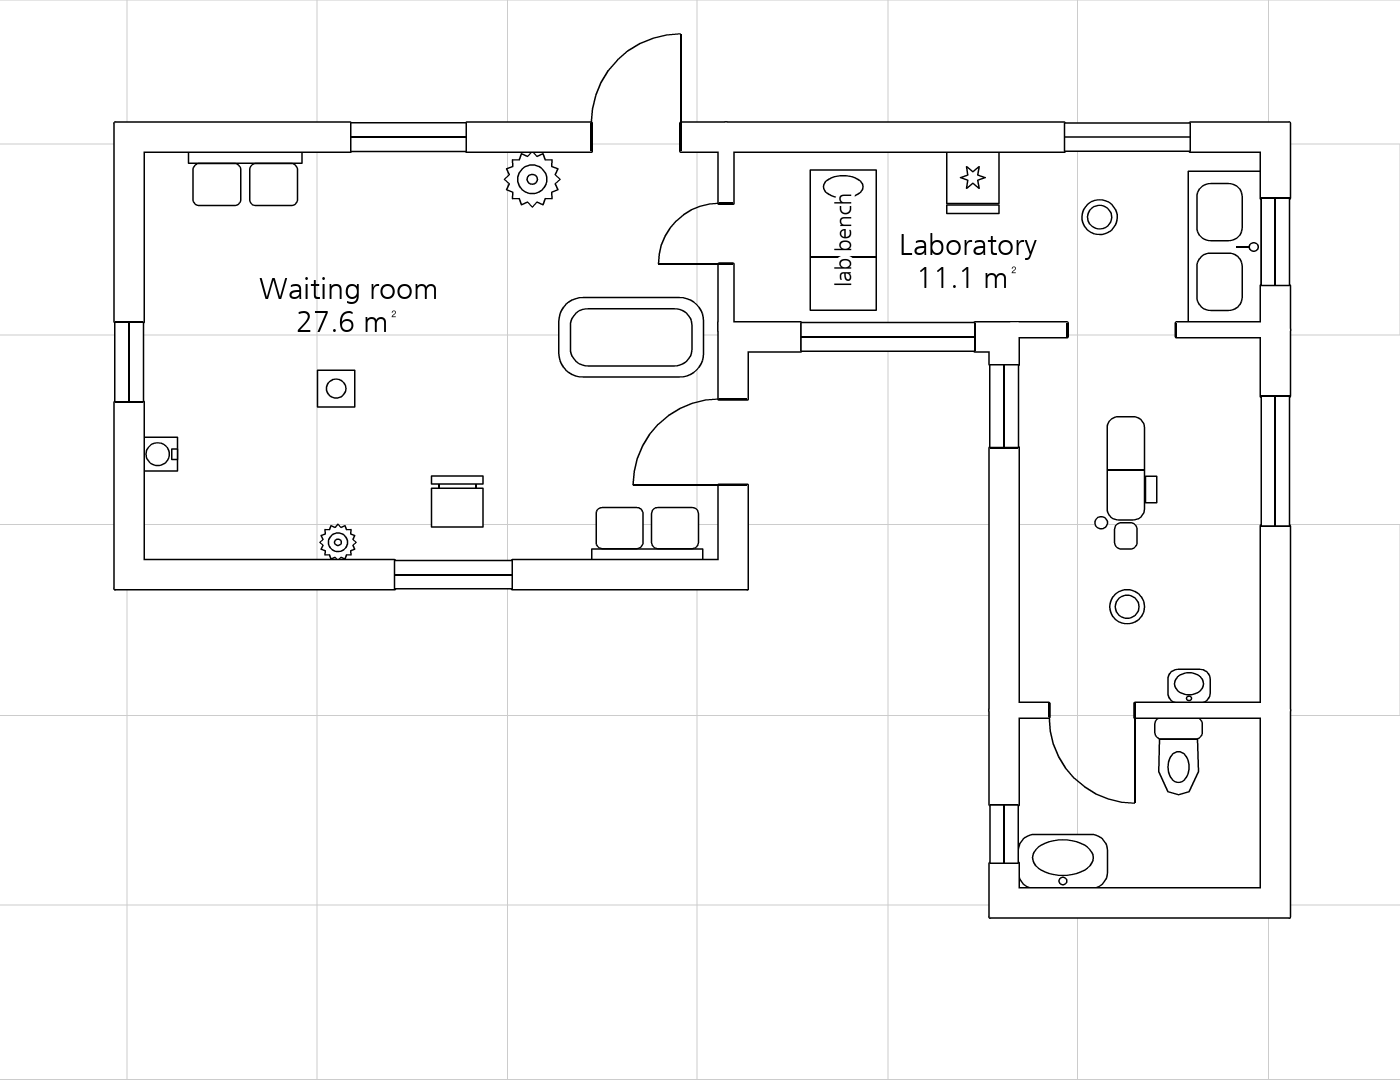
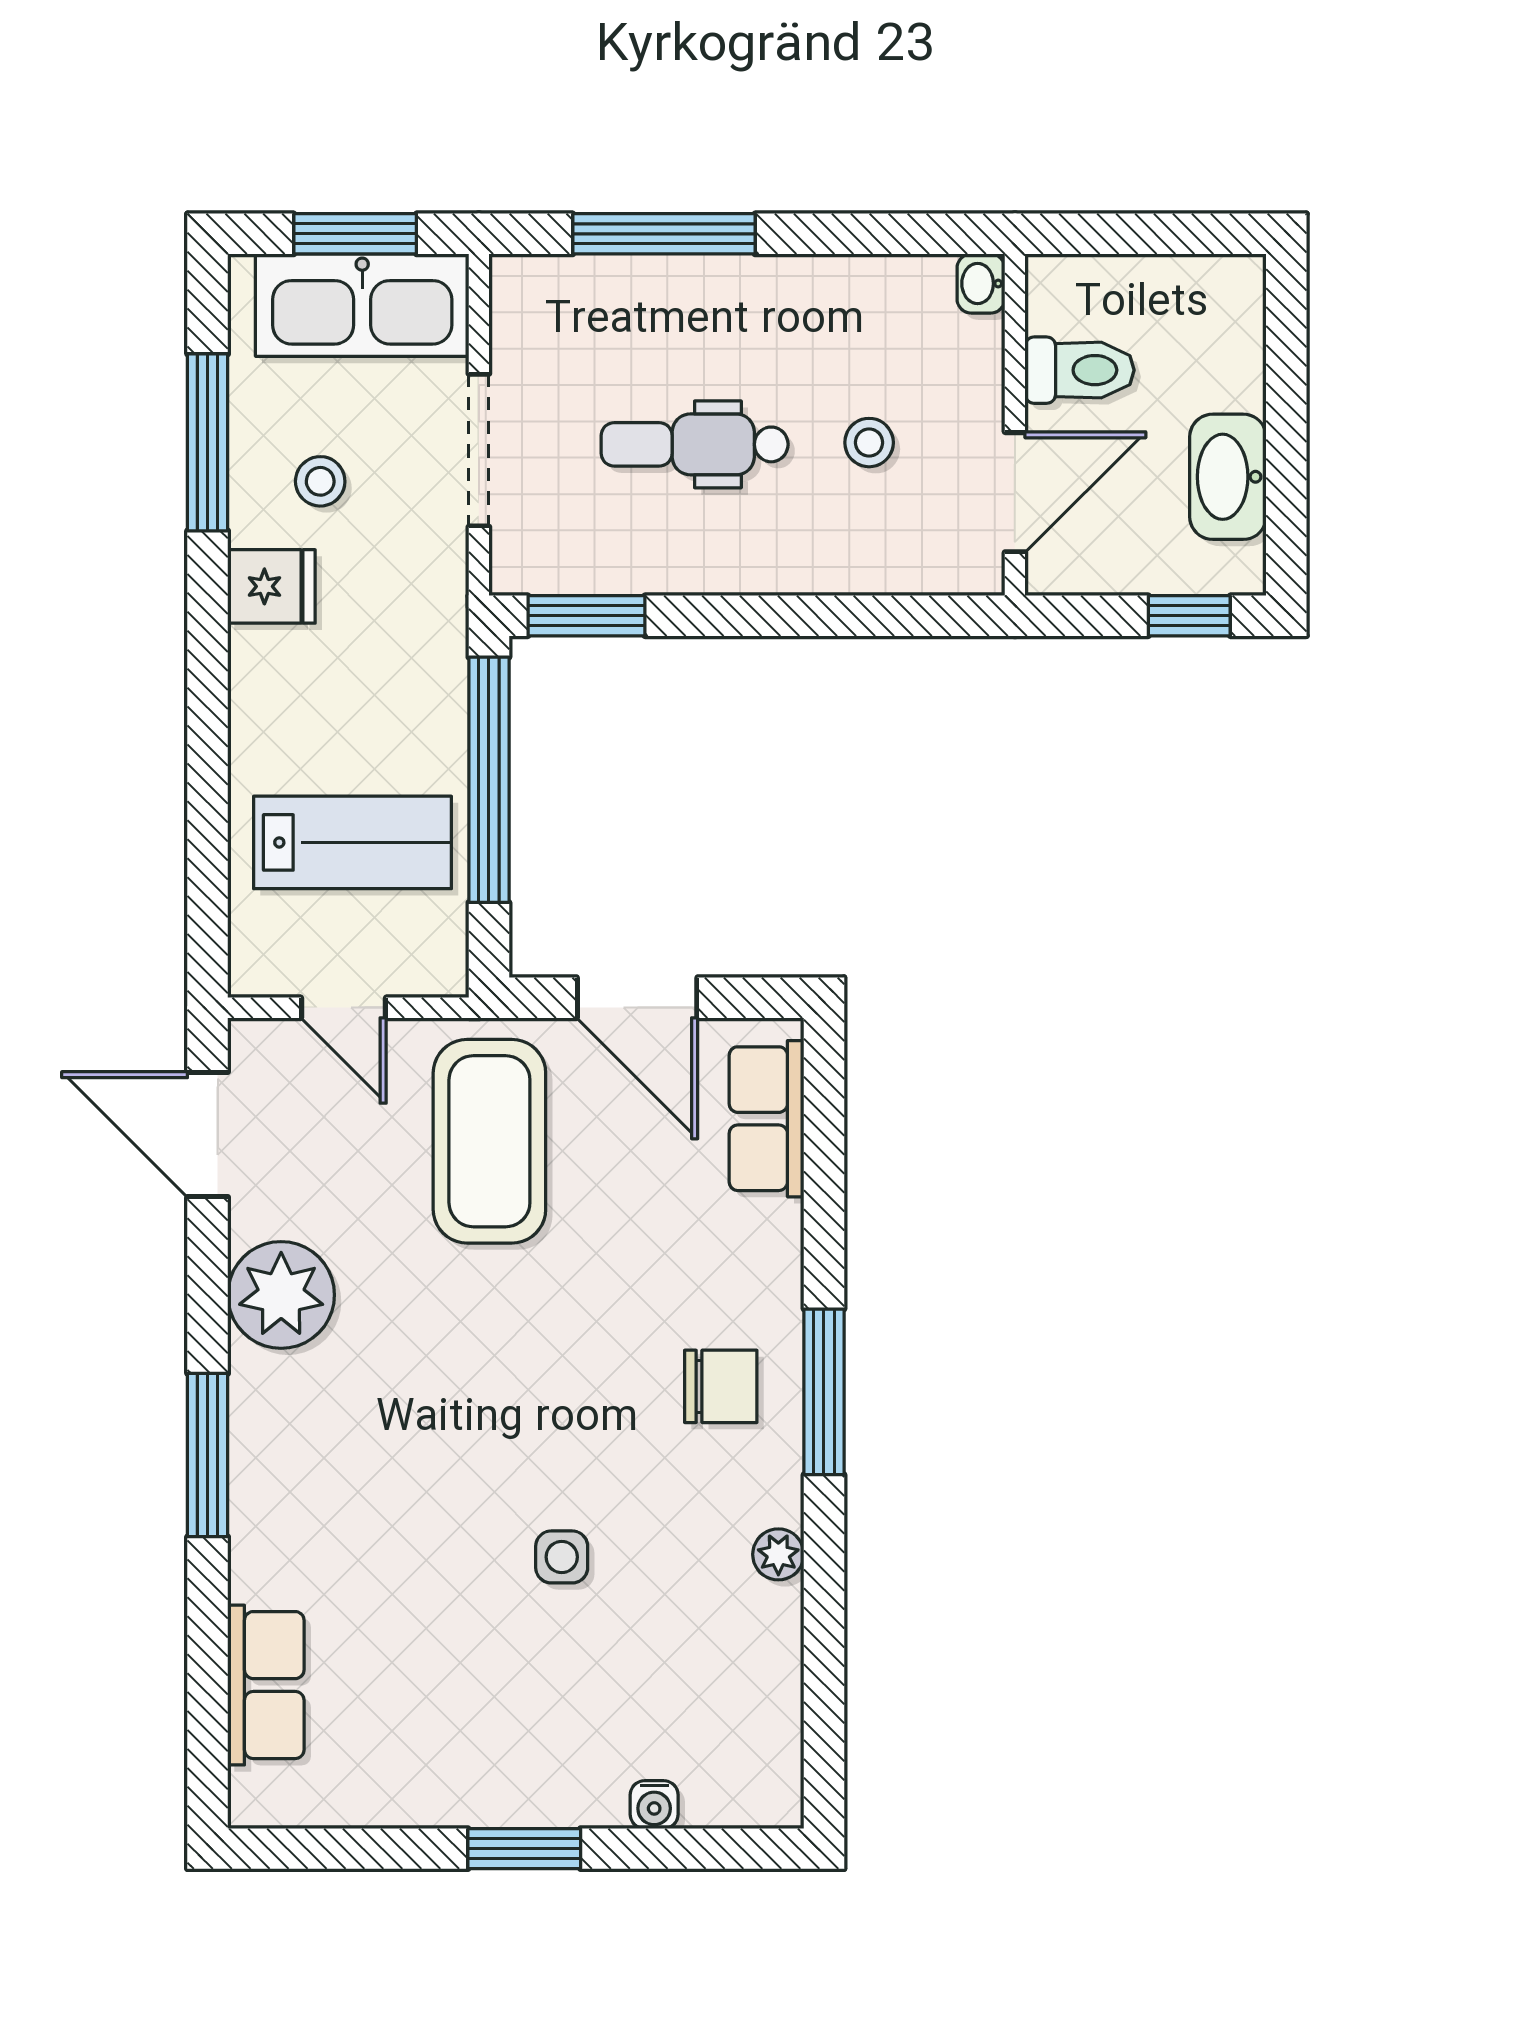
plant: (532, 179) -> (281, 1295), width x1.36, depth x1.36
fridge: (973, 183) -> (271, 586), moved
washbasin: (1189, 686) -> (981, 284), moved
washbasin: (1063, 861) -> (1228, 477), moved

